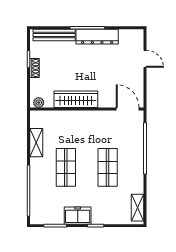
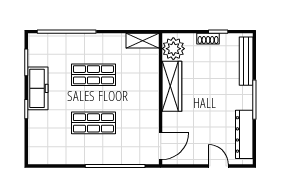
dresser: (97, 37) -> (244, 134), moved
door: (145, 59) -> (219, 166), swing flipped
plant: (39, 103) -> (173, 49), width x1.87, depth x1.87
shelving: (36, 143) -> (143, 41), moved
shelving: (138, 208) -> (47, 157), removed
freezer: (78, 216) -> (38, 88), width x1.40

